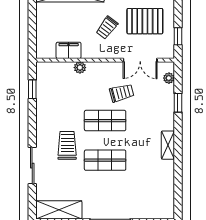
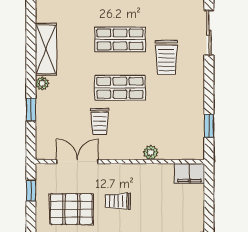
trolley: (107, 28) -> (118, 201), turned -127
filing cabinet: (69, 50) -> (189, 173), moved
plant: (169, 78) -> (42, 83), moved
trolley: (122, 93) -> (100, 121), turned -75
shelving: (168, 145) -> (46, 49), width x1.50, depth x1.33

